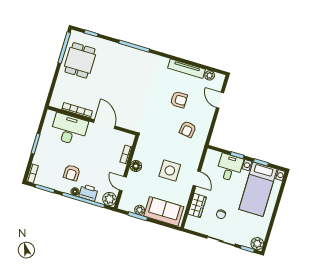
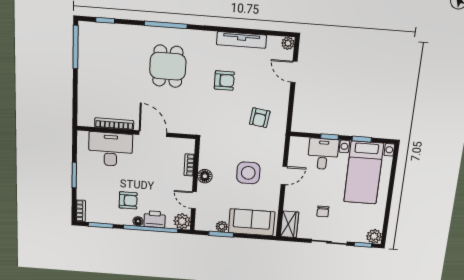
dining table: (80, 60) -> (168, 66), moved
plant: (210, 75) -> (288, 43), moved
armchair: (179, 100) -> (224, 80), moved
armchair: (72, 173) -> (128, 200), turned -90
door: (197, 178) -> (284, 175), hinge flipped
wardrobe: (197, 205) -> (290, 224), moved

